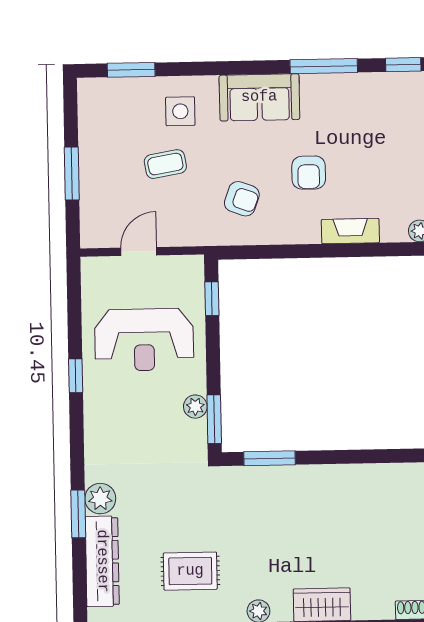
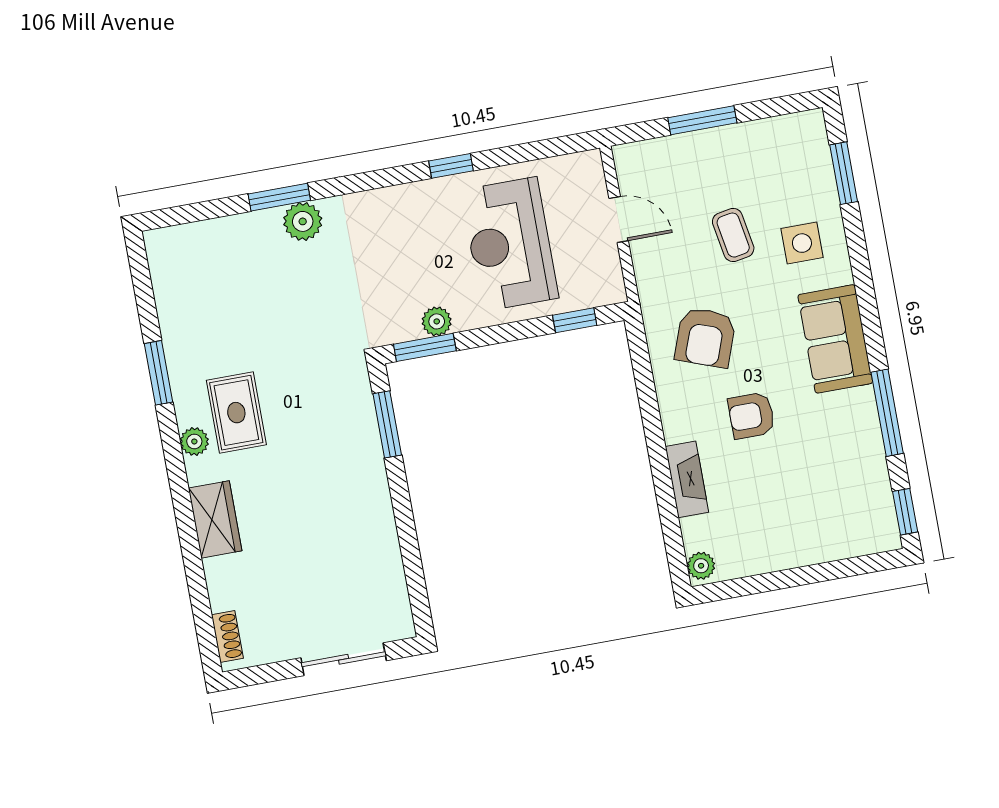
armchair: (242, 199) -> (705, 337), width x1.38, depth x1.38
dresser: (102, 561) -> (225, 237), removed
rug: (190, 571) -> (236, 413), moved

